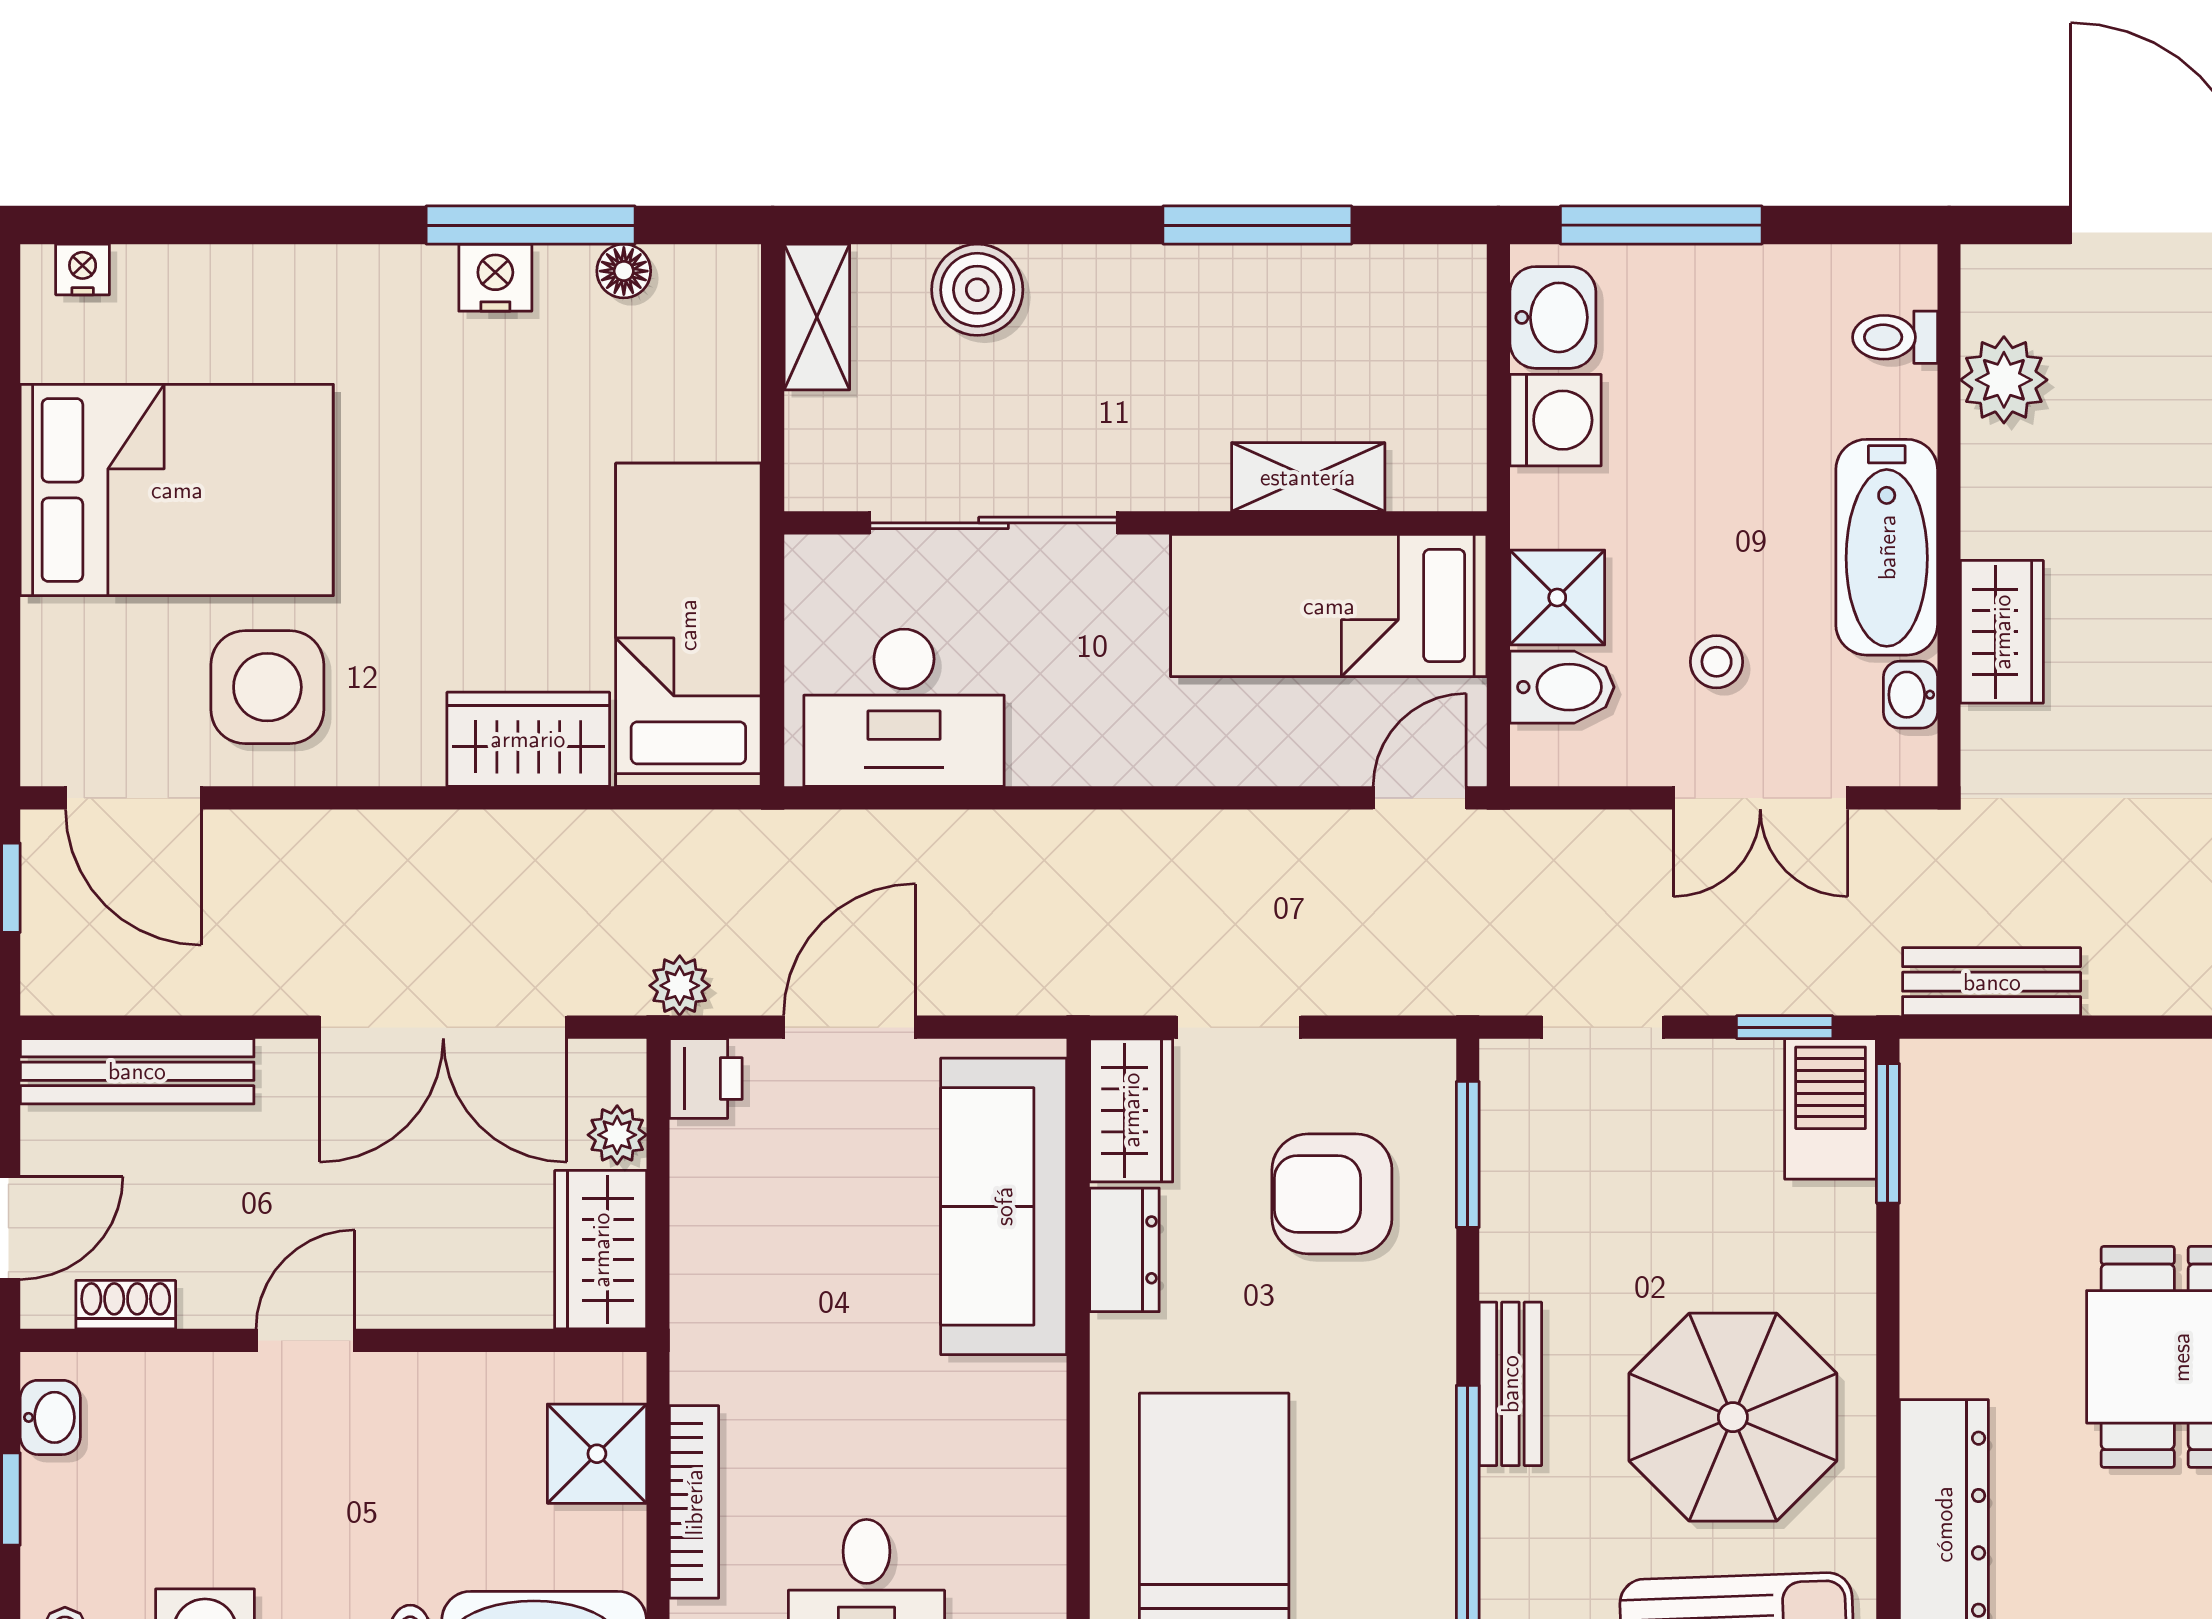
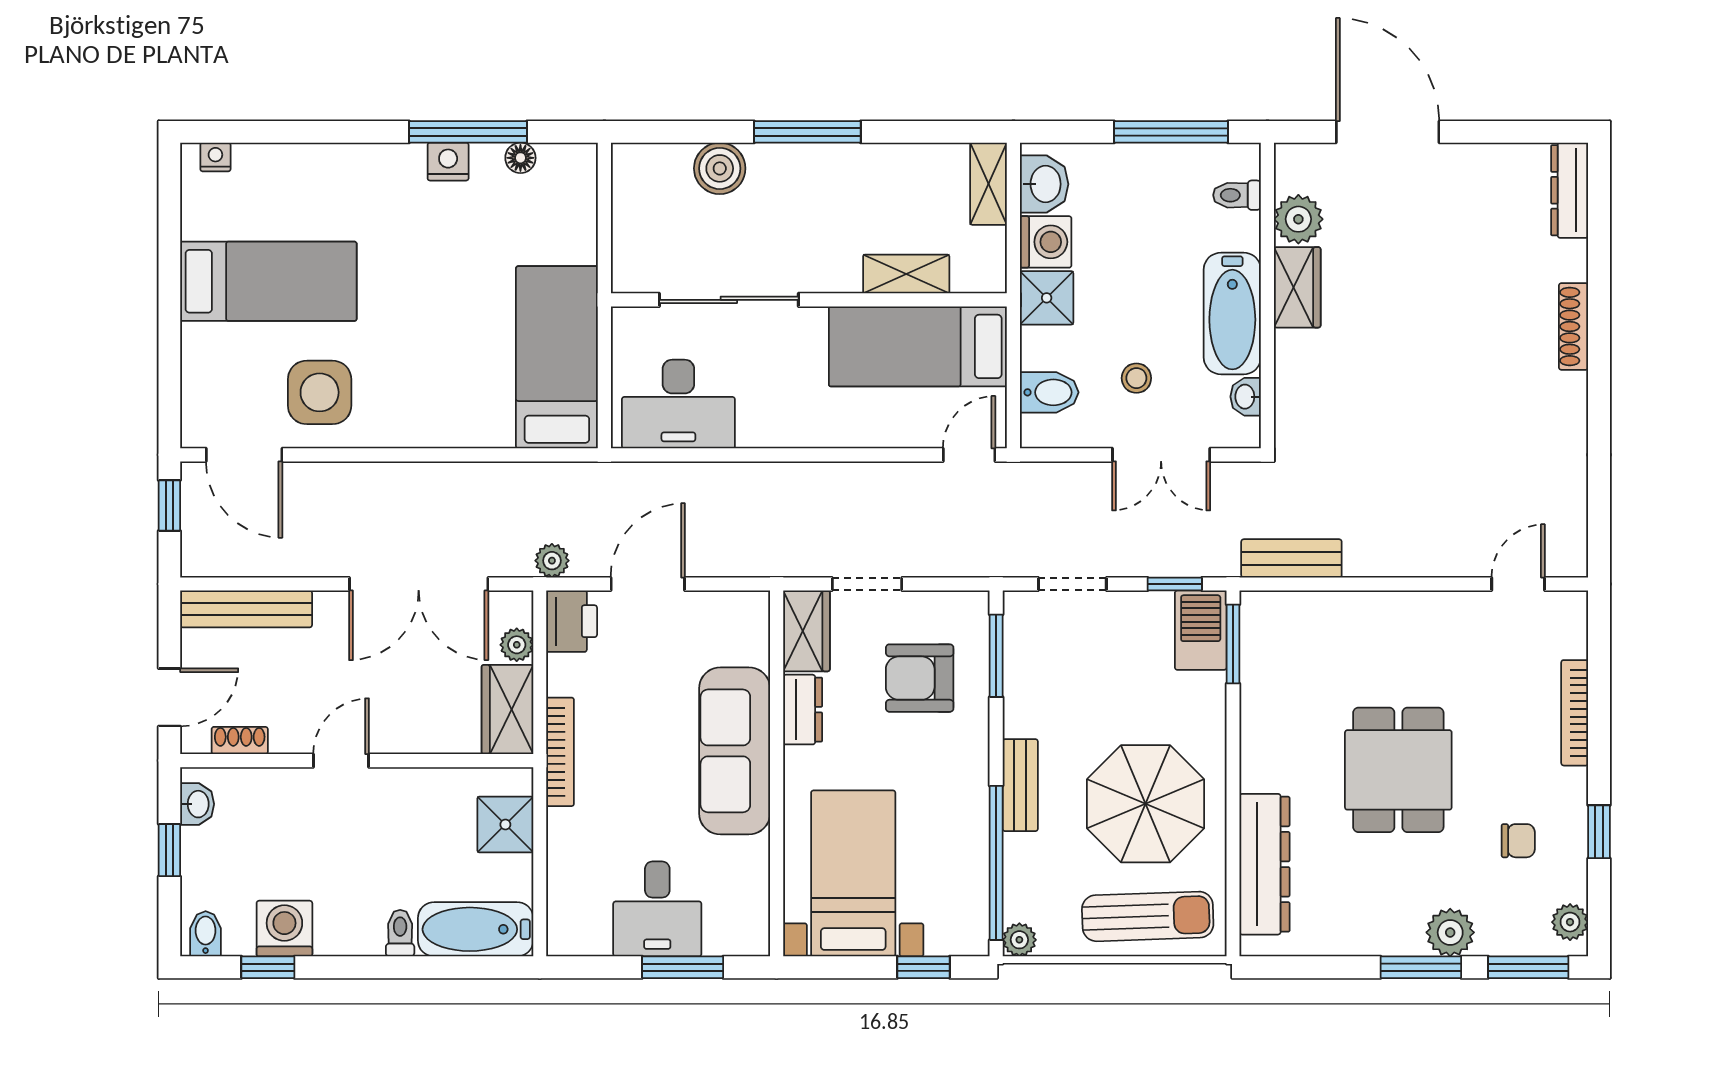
window: (1257, 225) -> (807, 132), moved
window: (1661, 225) -> (1171, 132), moved
shelving: (817, 317) -> (988, 184), moved
bed: (177, 490) -> (268, 281), width x0.67
shower: (1557, 598) -> (1047, 298), moved
wardrobe: (2002, 632) -> (1297, 287), moved
wardrobe: (528, 739) -> (467, 422), removed
printer: (706, 1079) -> (572, 621), width x1.36, depth x1.24
sofa: (1004, 1206) -> (735, 751), moved
bookcase: (694, 1502) -> (560, 752), moved

